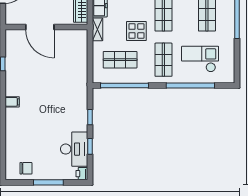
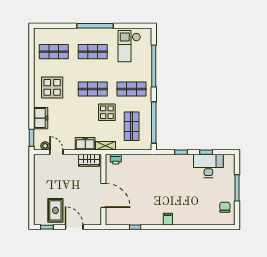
door: (40, 27) -> (103, 195), hinge flipped
checkout: (200, 59) -> (129, 46), moved
printer: (82, 174) -> (116, 159), moved

